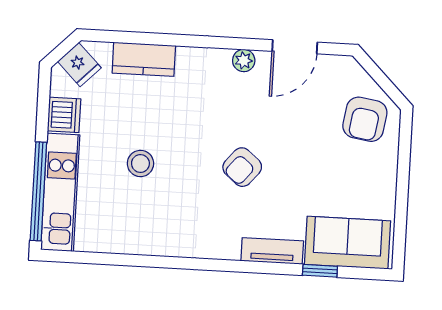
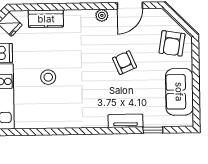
armchair: (242, 167) -> (125, 63), moved, turned 117
sofa: (348, 243) -> (179, 92), moved, turned -90

